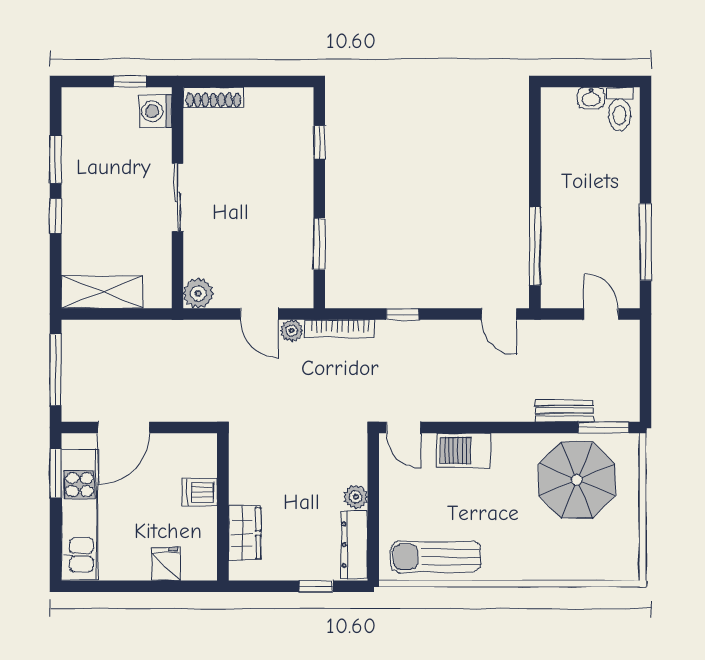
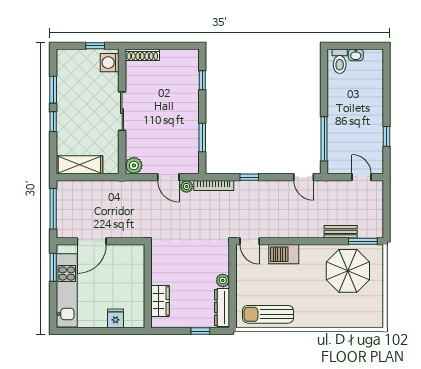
toilet: (620, 109) -> (340, 61), moved
window: (645, 242) -> (387, 136), width x0.46
dishwasher: (200, 492) -> (135, 278), removed

